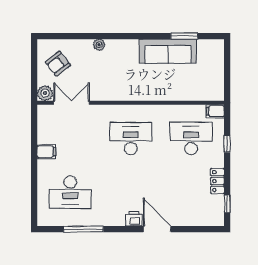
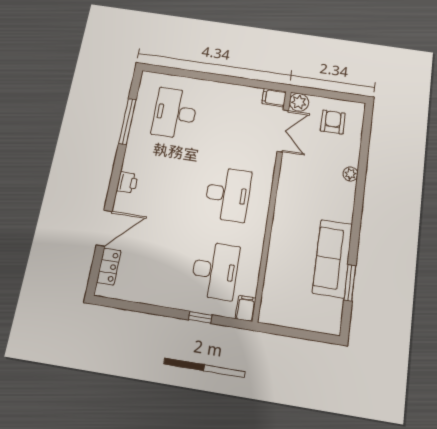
armchair: (58, 64) -> (333, 122), turned 38
filing cabinet: (46, 152) -> (274, 98), moved, turned 90
locker: (217, 181) -> (109, 266), moved, turned 90
window: (227, 204) -> (122, 304), removed
door: (157, 229) -> (104, 228), moved

